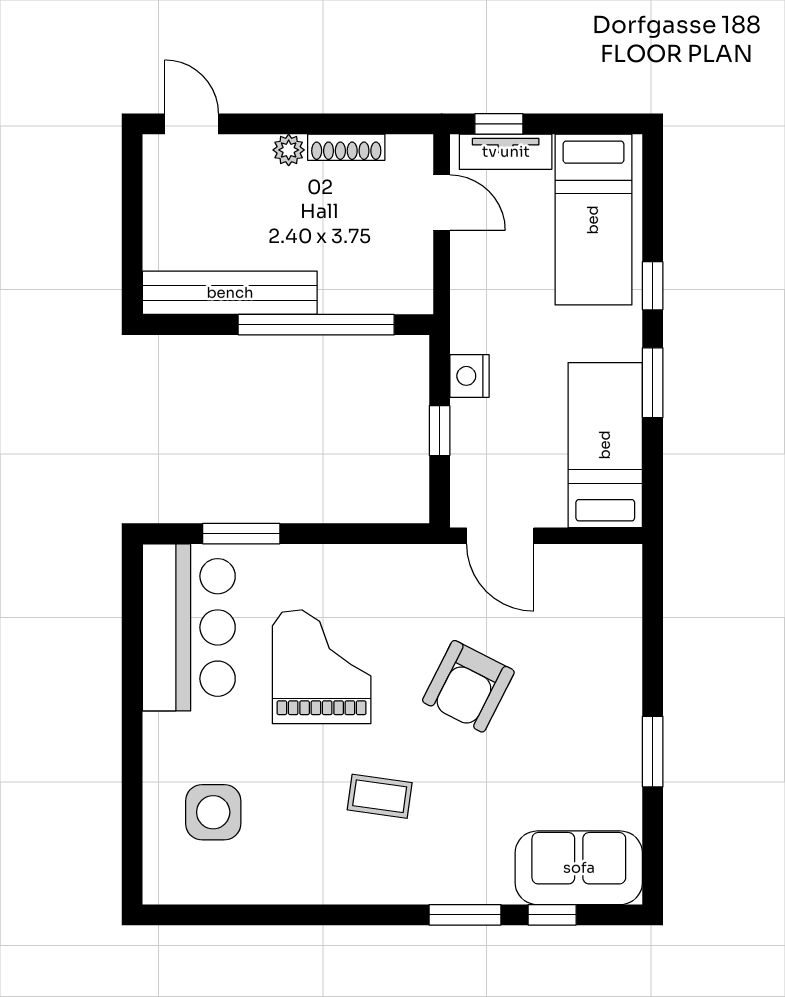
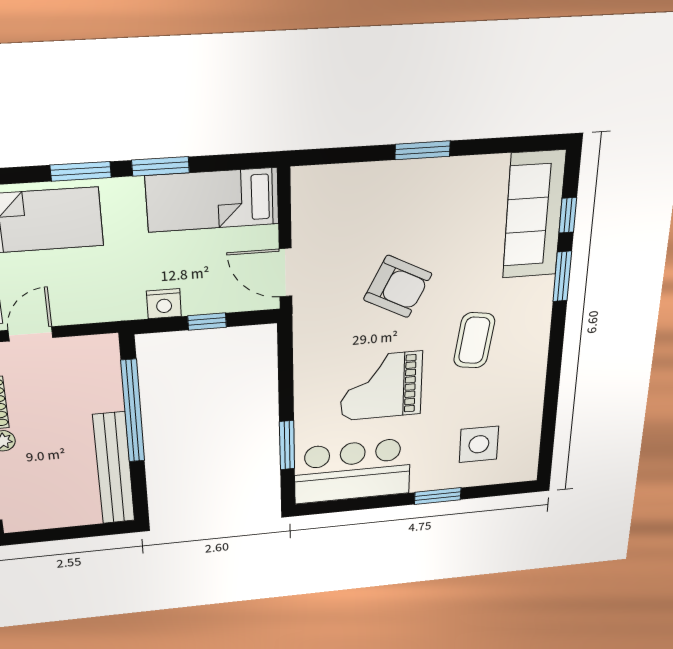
window: (653, 286) -> (81, 171), width x1.50
door: (500, 536) -> (285, 273), swing flipped
window: (653, 752) -> (423, 150), moved
window: (132, 755) -> (438, 496), added
coffee table: (380, 796) -> (474, 340), width x1.36, depth x1.30
sofa: (579, 868) -> (534, 215), width x1.36

